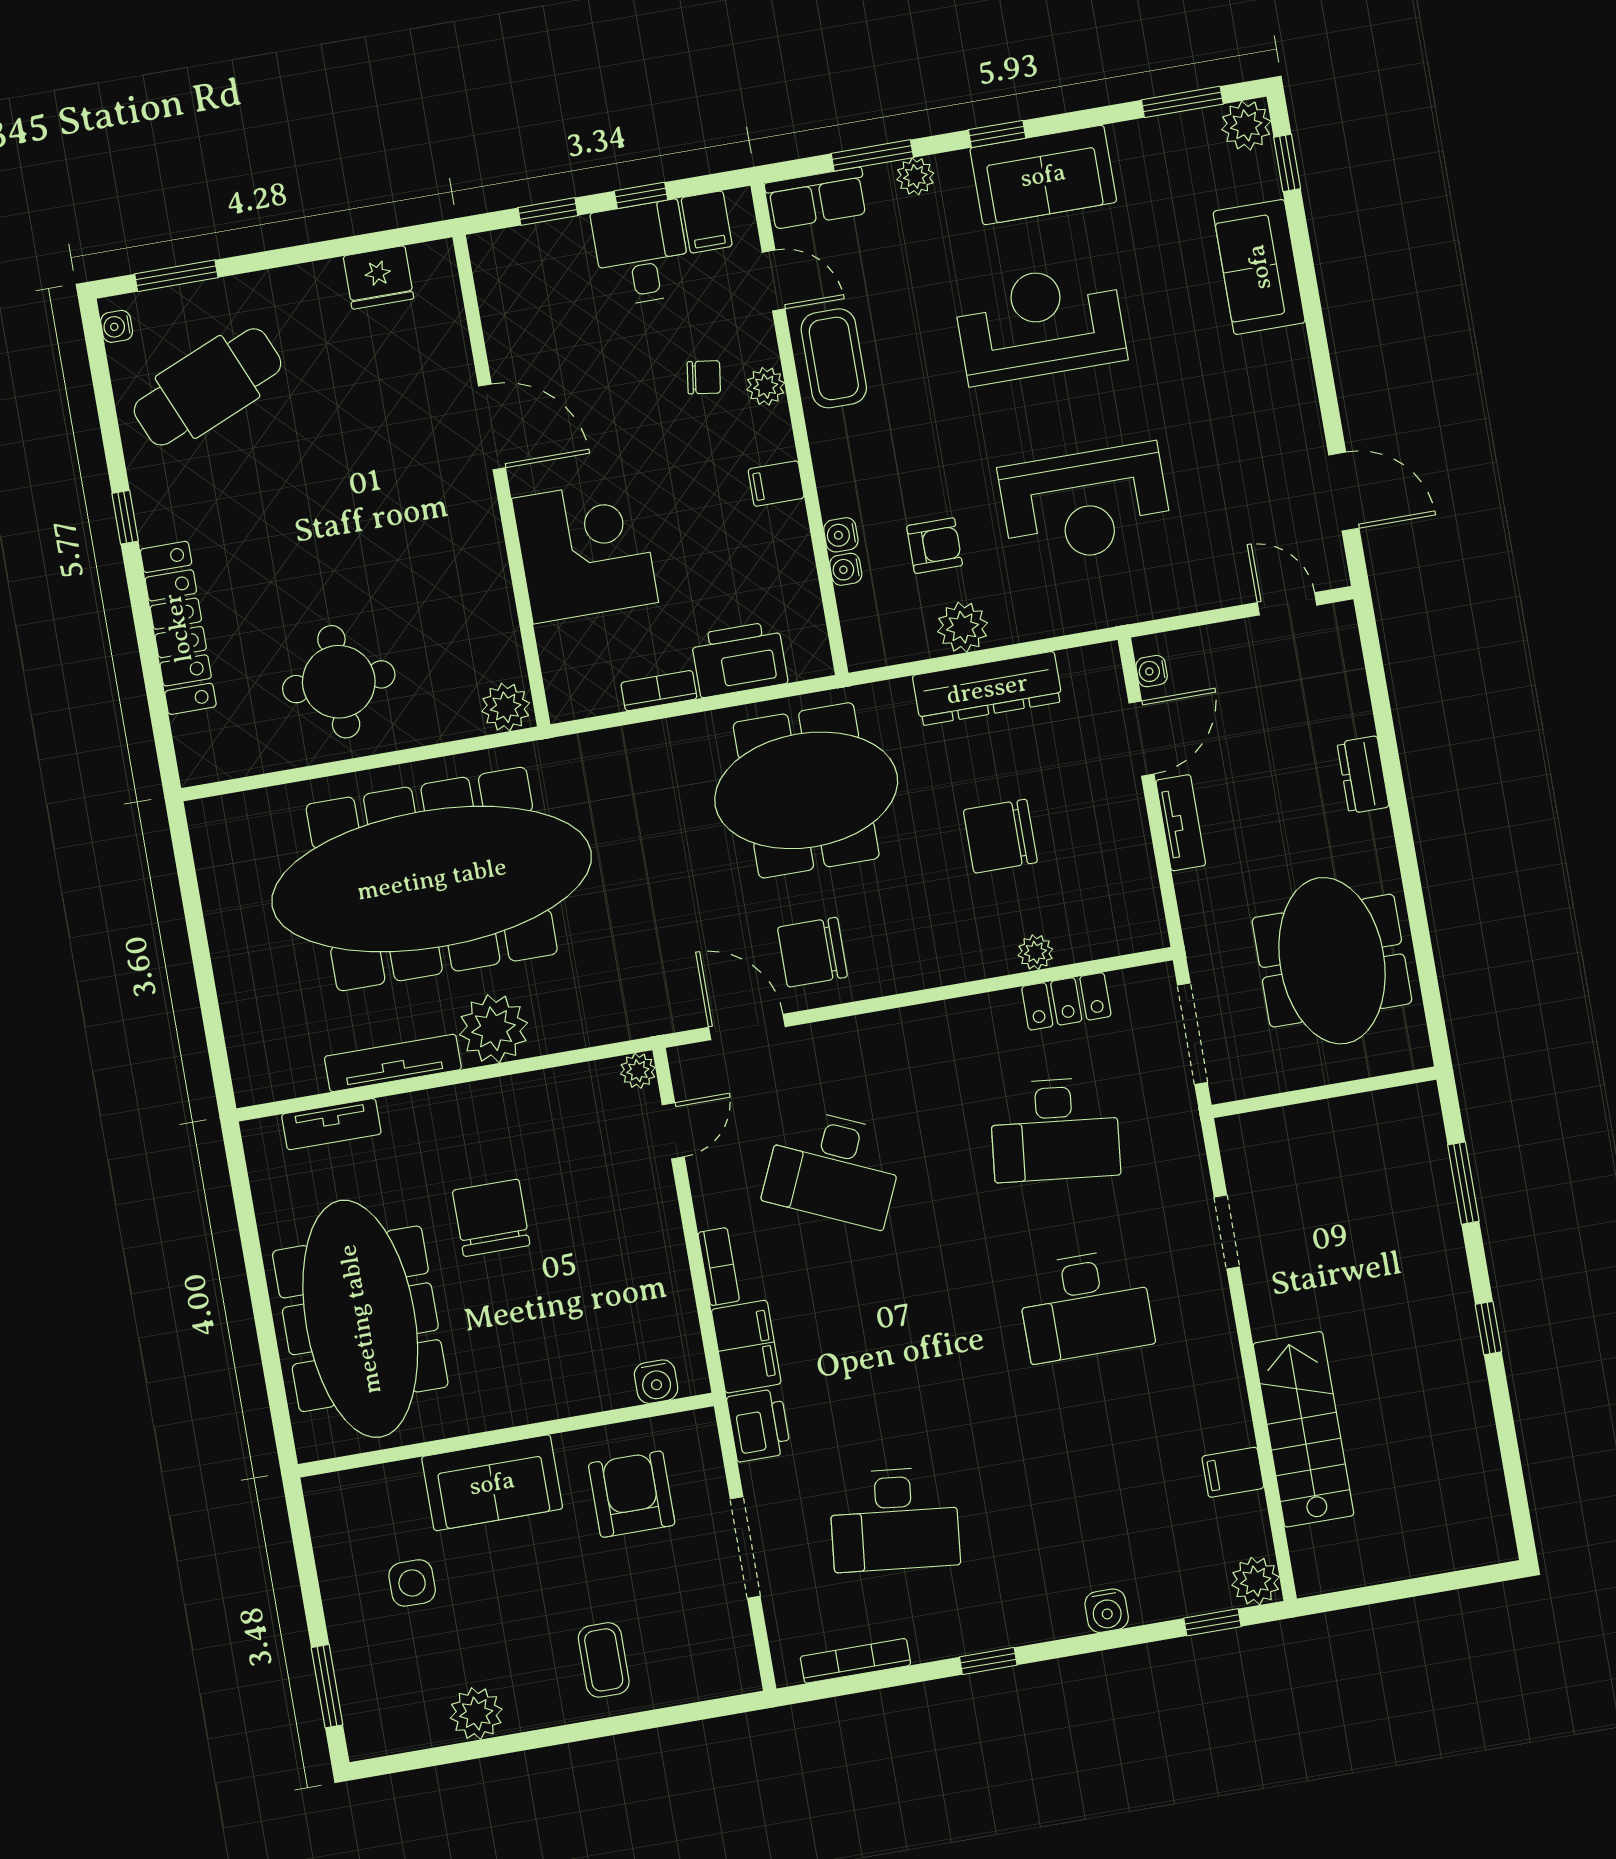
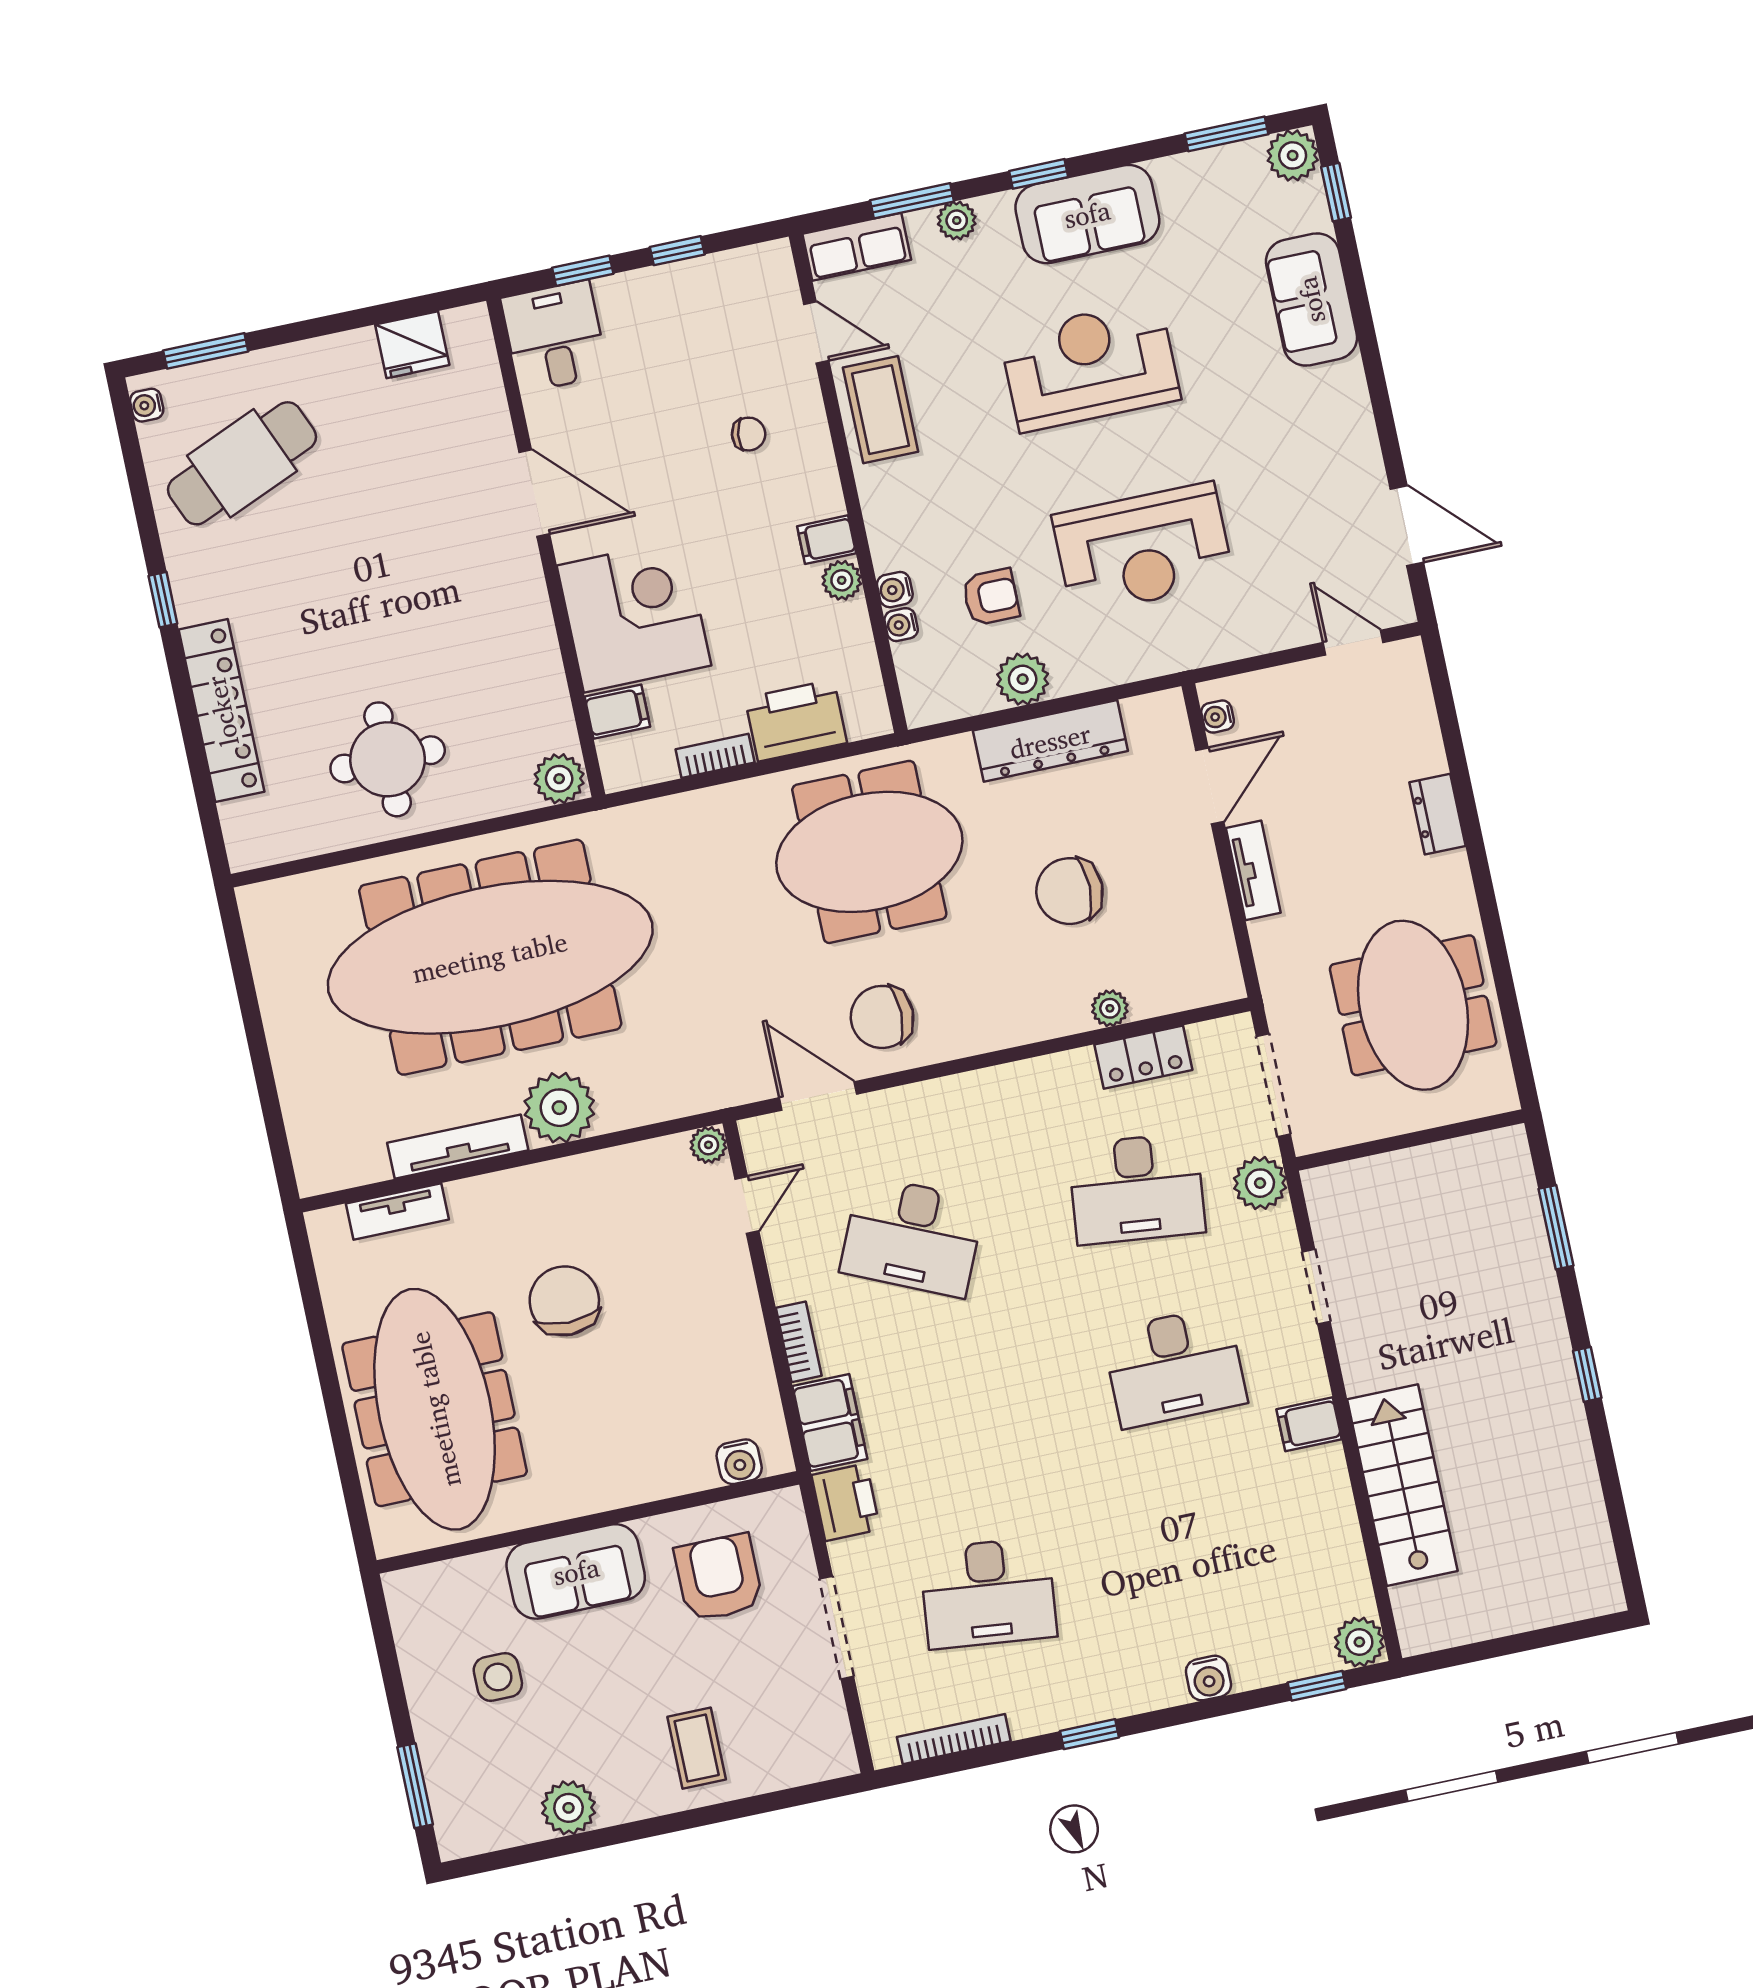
filing cabinet: (707, 222) -> (617, 712), moved, turned -90
desk: (642, 253) -> (555, 336), moved
plant: (766, 386) -> (842, 580), moved
plant: (1176, 1129) -> (1260, 1183), added
filing cabinet: (1233, 1472) -> (1309, 1424), moved

